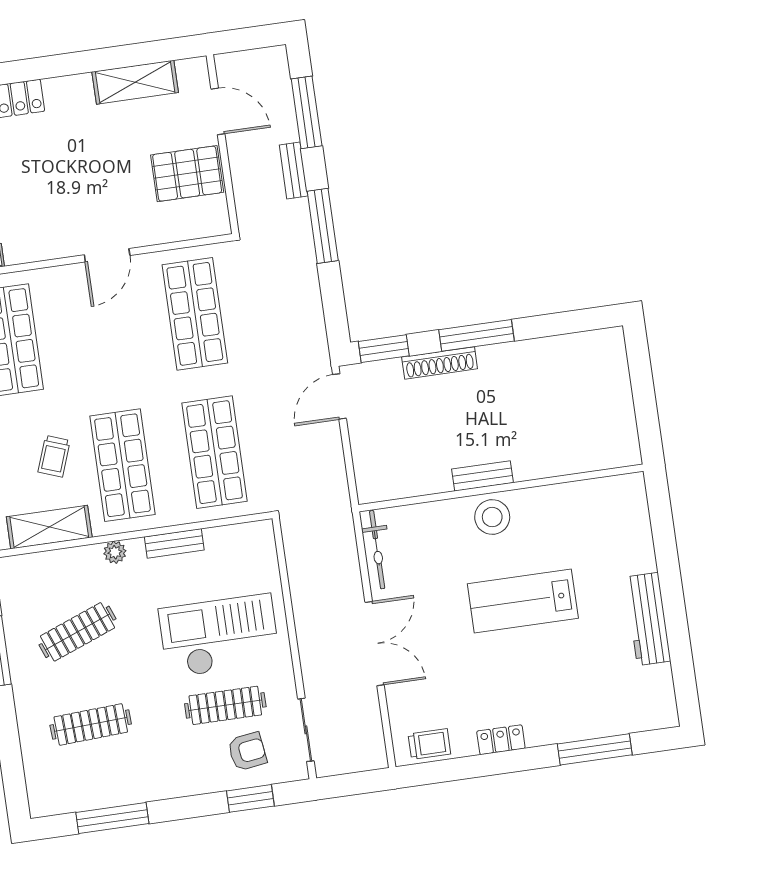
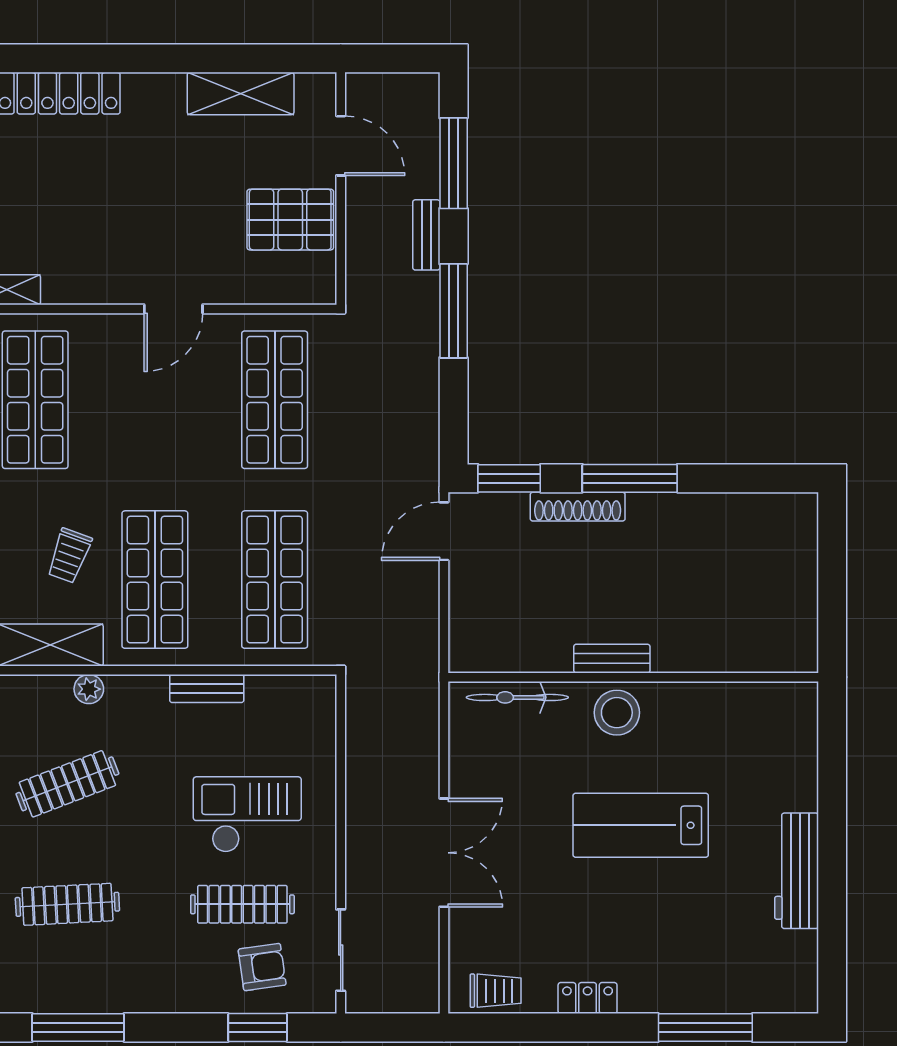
bicycle: (377, 550) -> (517, 697), moved, turned 90
plant: (115, 552) -> (89, 689), moved
checkout: (219, 636) -> (247, 815), width x0.73, depth x0.83

